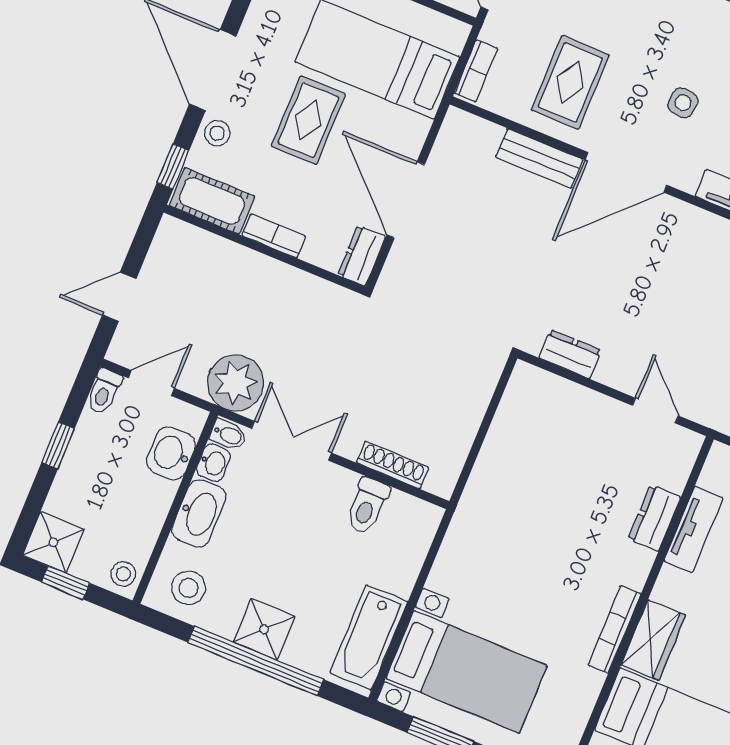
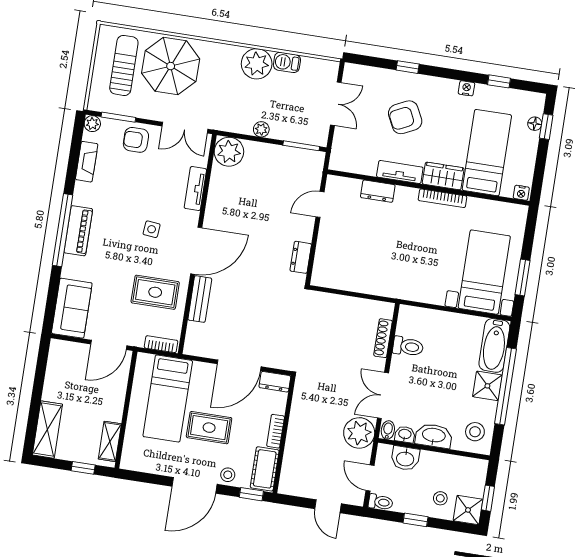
door: (626, 172) -> (196, 251), hinge flipped
tv unit: (693, 530) -> (400, 172), moved
stool: (123, 574) -> (440, 498), moved
bathtub: (369, 637) -> (494, 345), moved, turned 90

